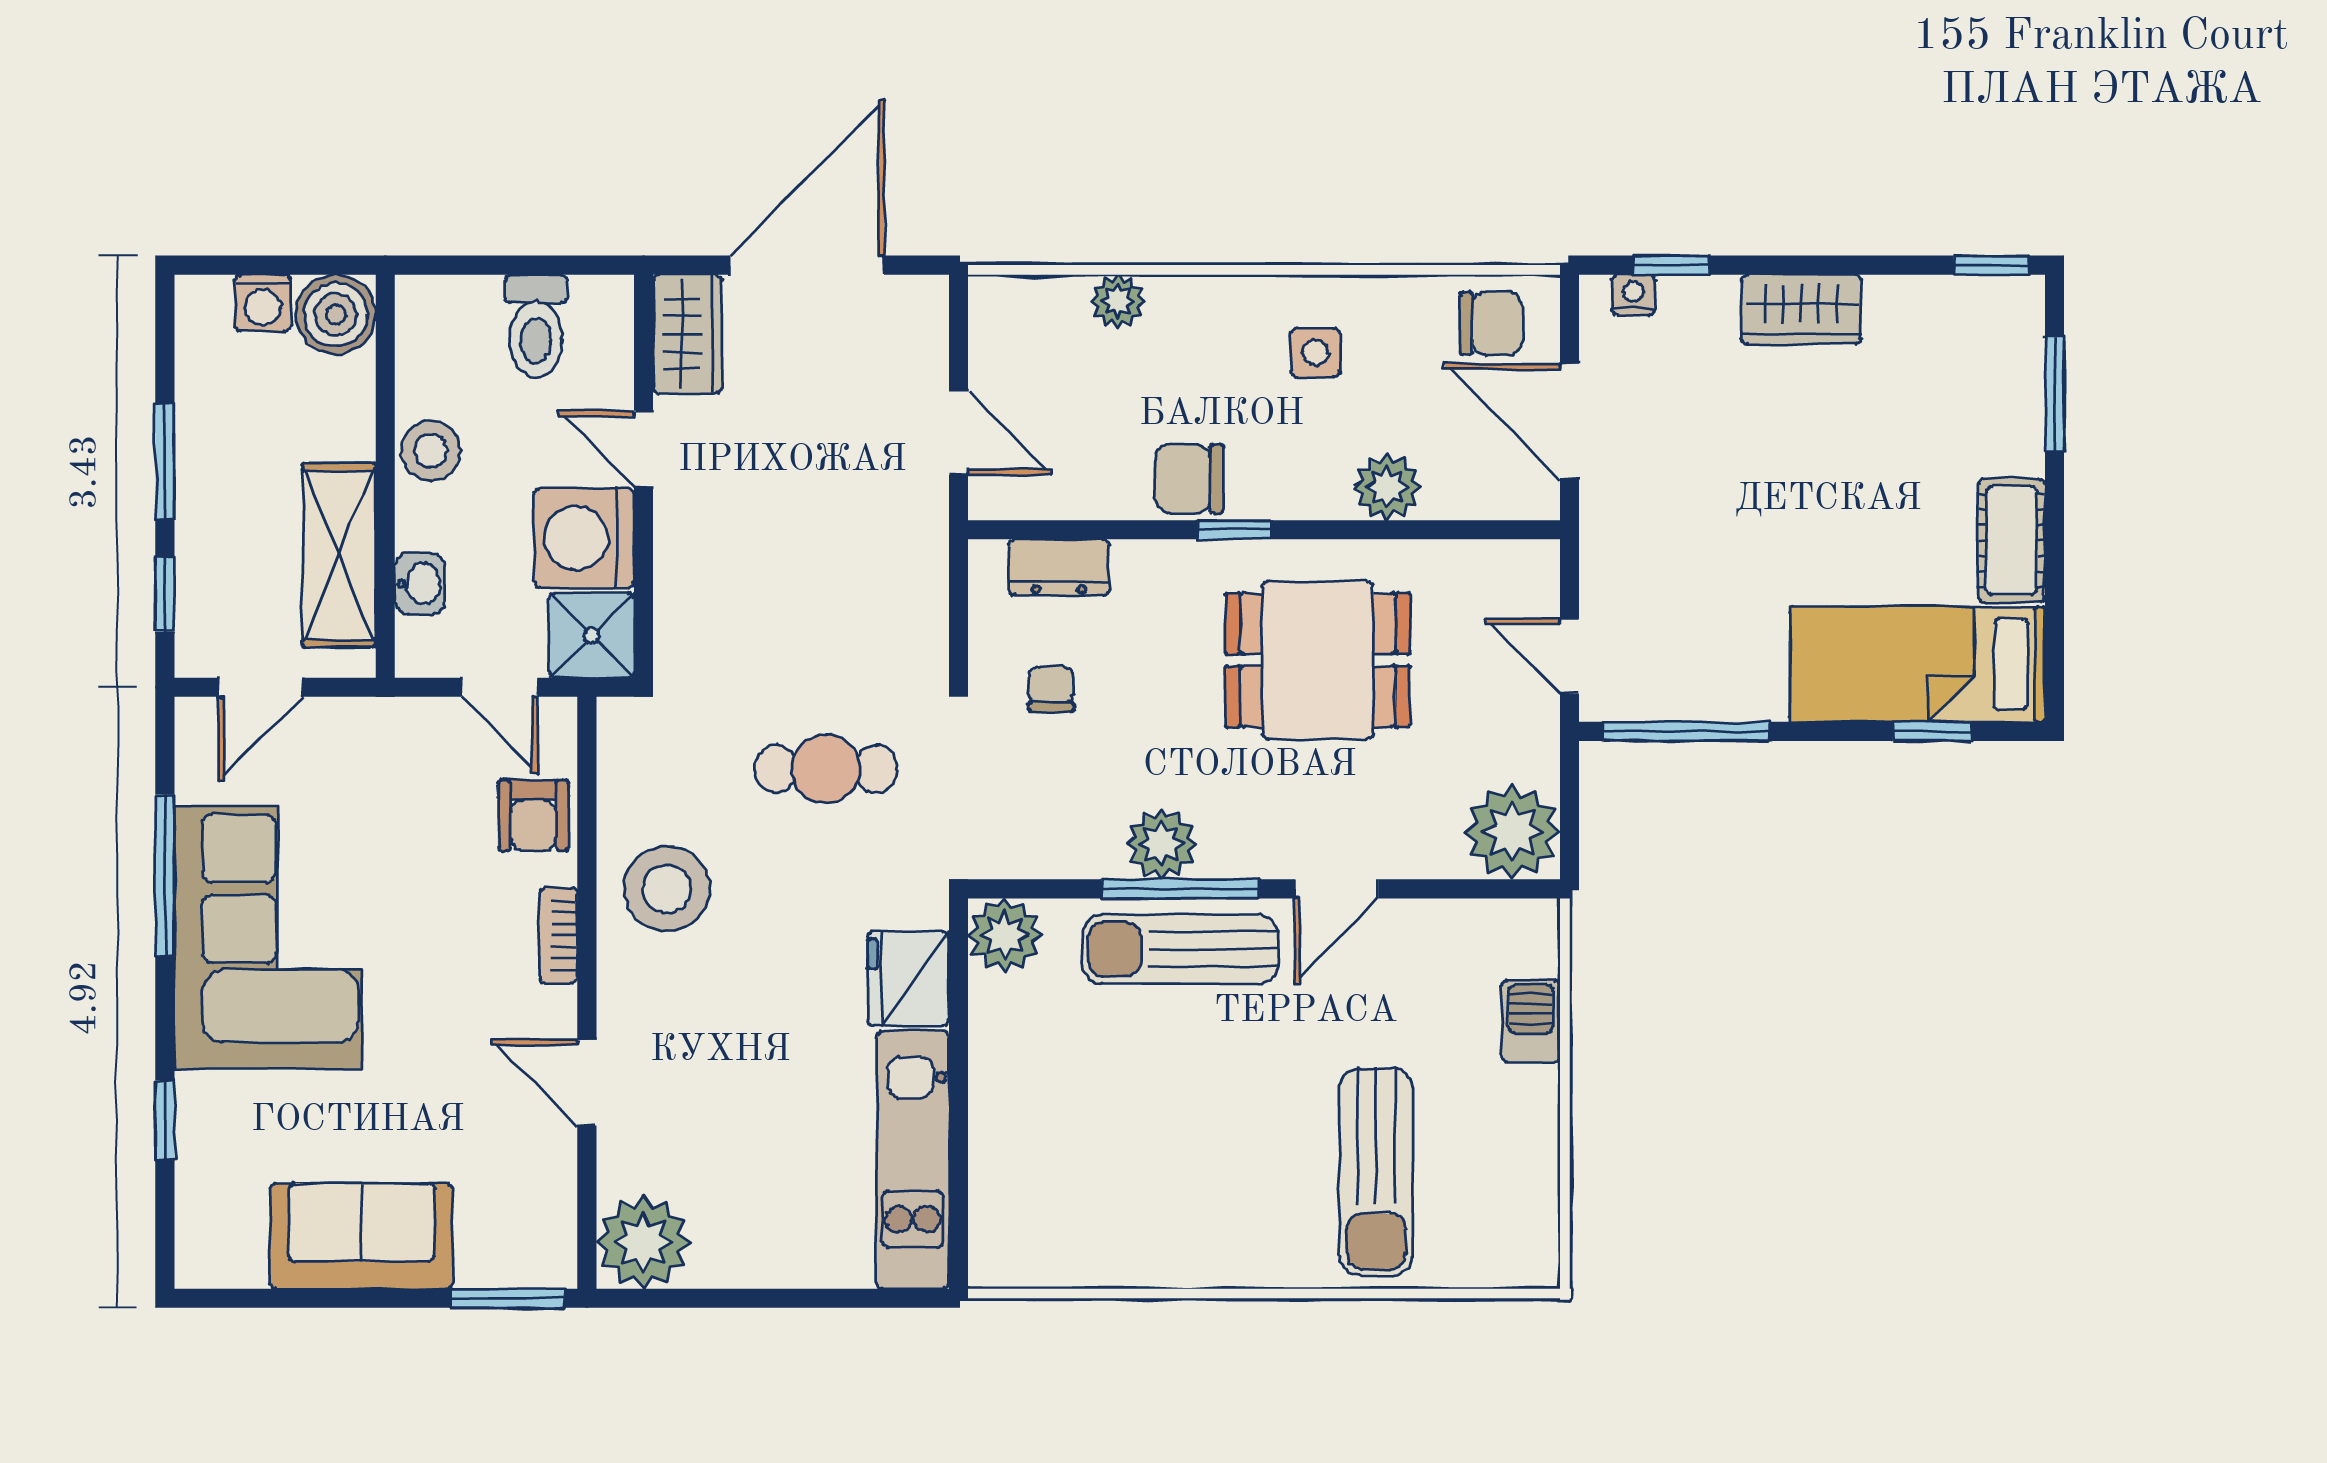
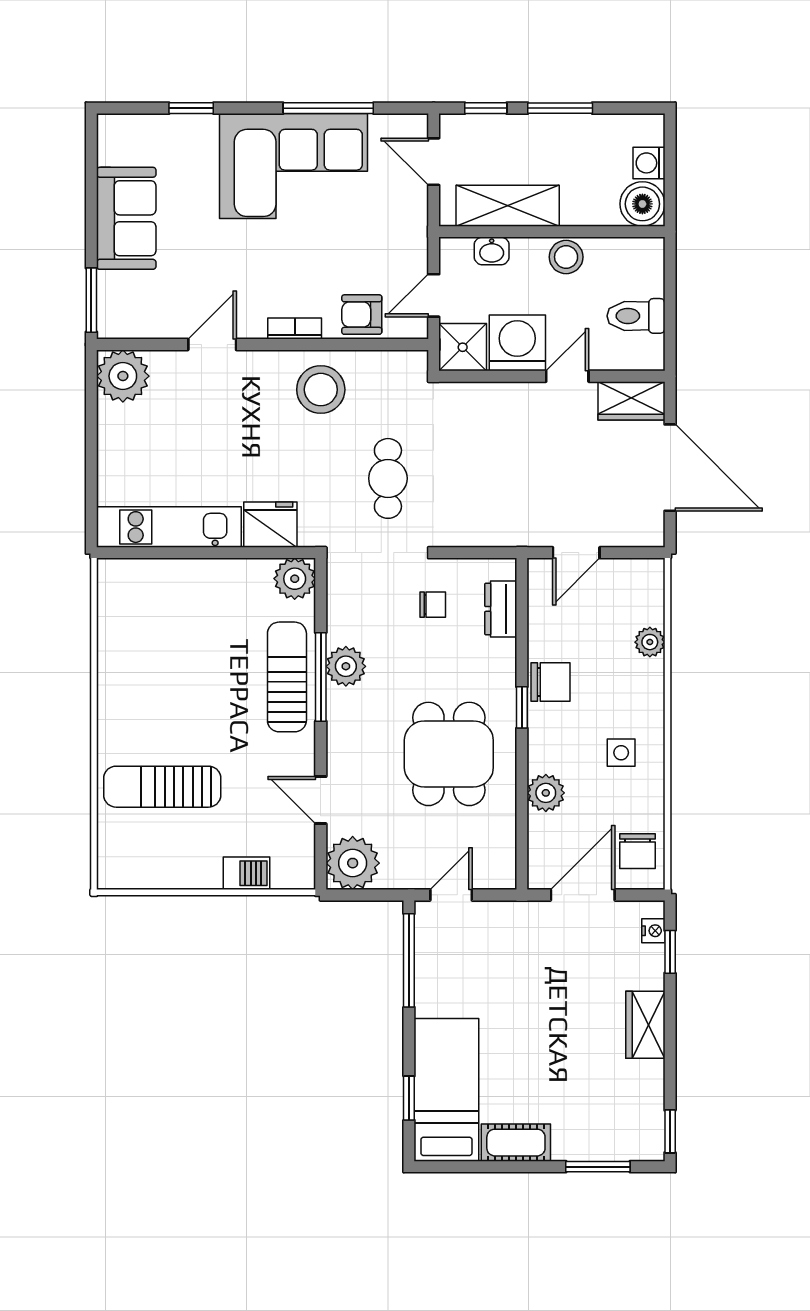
chair: (1189, 479) -> (550, 682), turned 90
door: (1336, 889) -> (321, 800), moved

